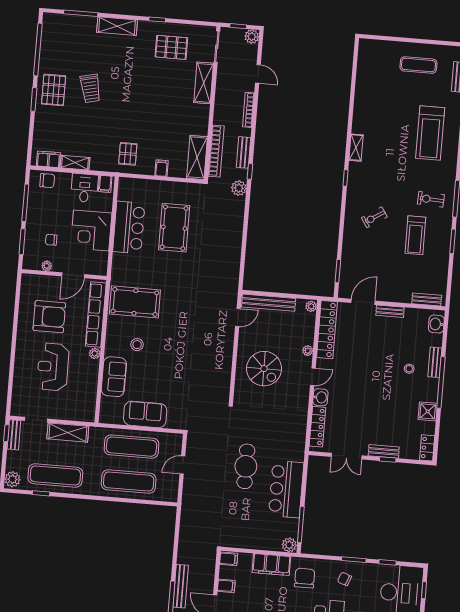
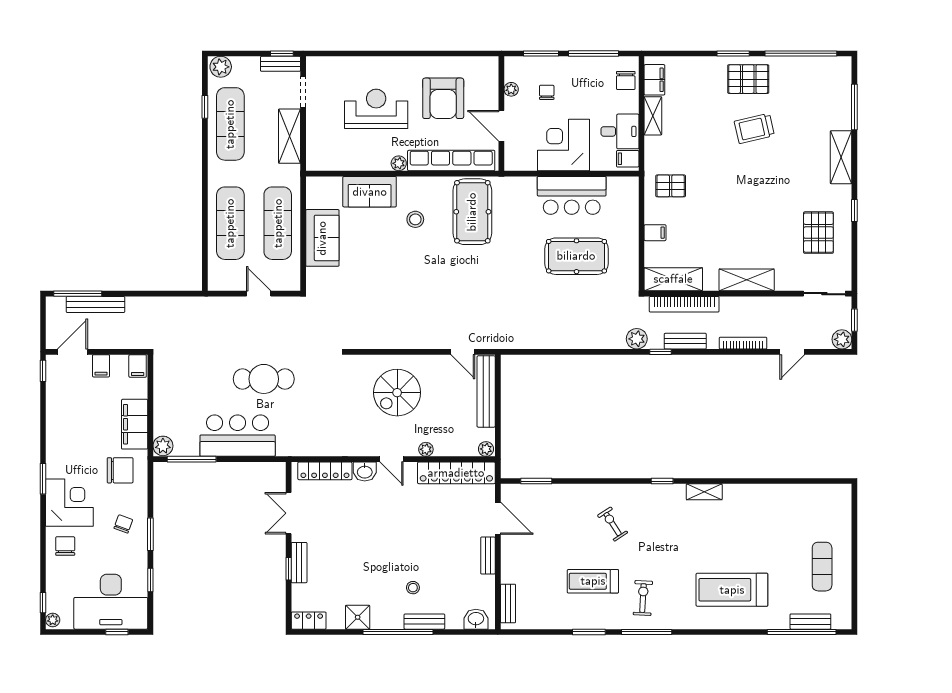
shelving: (204, 83) -> (747, 280), moved

